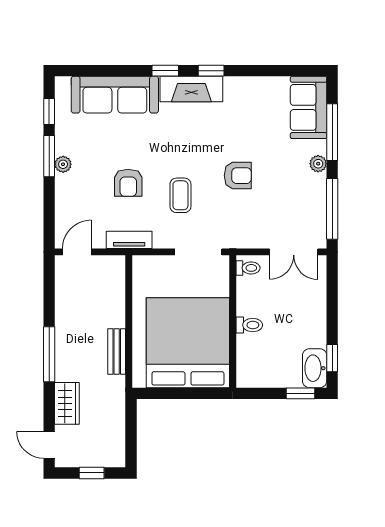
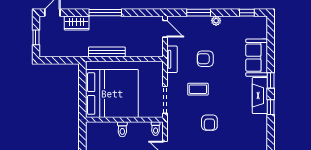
sofa: (115, 95) -> (257, 58), width x0.73
window: (49, 156) -> (199, 13), moved
bench: (117, 351) -> (107, 52), width x1.36

